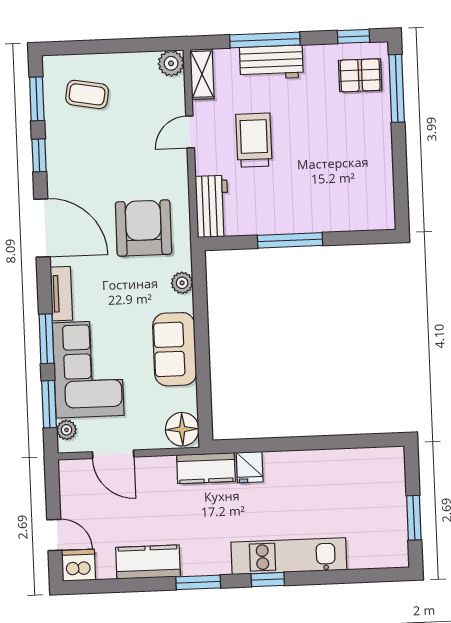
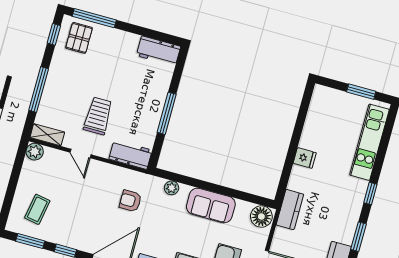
workbench: (271, 62) -> (159, 51), moved, turned 90
trolley: (254, 140) -> (98, 116), turned 90
armchair: (144, 228) -> (130, 201), width x0.53, depth x0.53
fridge: (250, 467) -> (305, 158), moved
kitchen unit: (289, 556) -> (369, 142), moved

